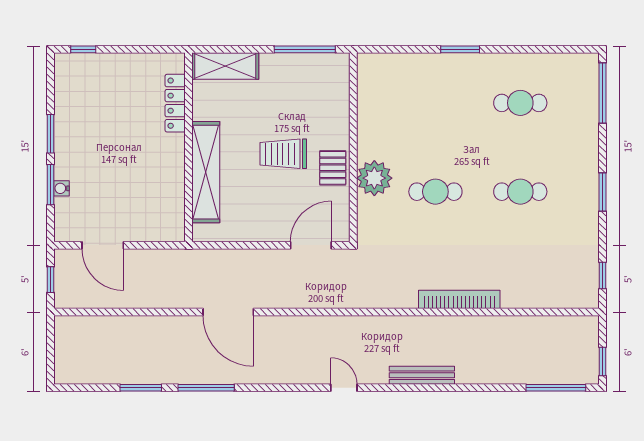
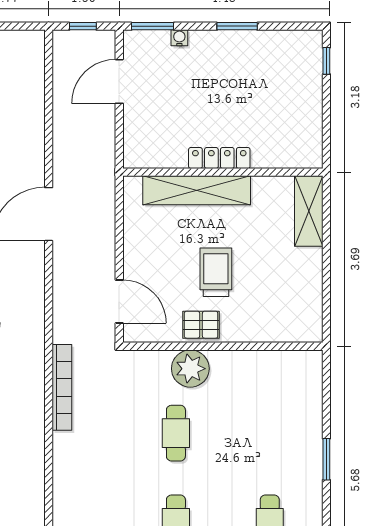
window: (305, 49) -> (326, 295), removed
locker: (175, 103) -> (219, 158), moved
window: (50, 185) -> (153, 26), moved
bookcase: (459, 299) -> (62, 387), moved

